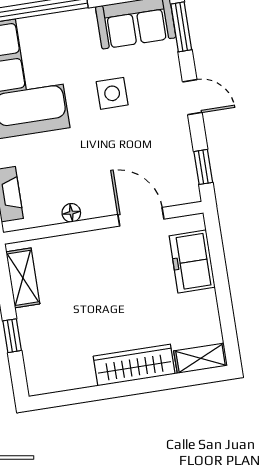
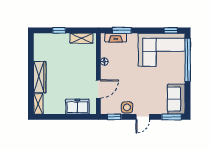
side table: (112, 93) -> (127, 107), moved

